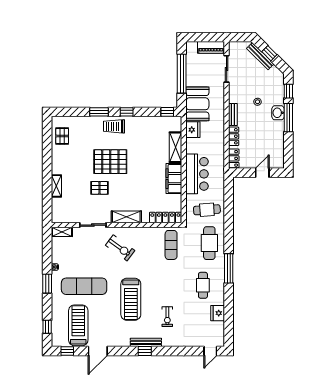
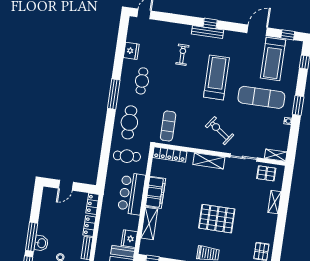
pallet: (99, 188) -> (266, 173), moved

